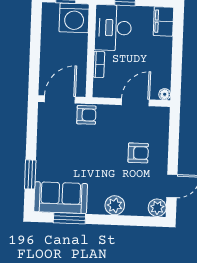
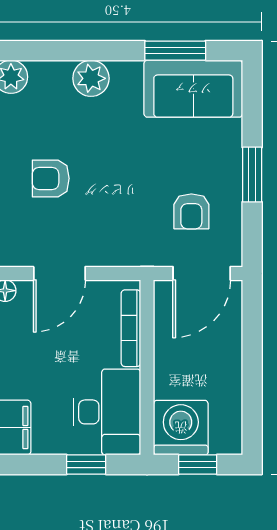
bookcase: (99, 64) -> (131, 328), width x1.56
armchair: (86, 115) -> (191, 211), moved, turned -90
window: (30, 174) -> (252, 175), moved

